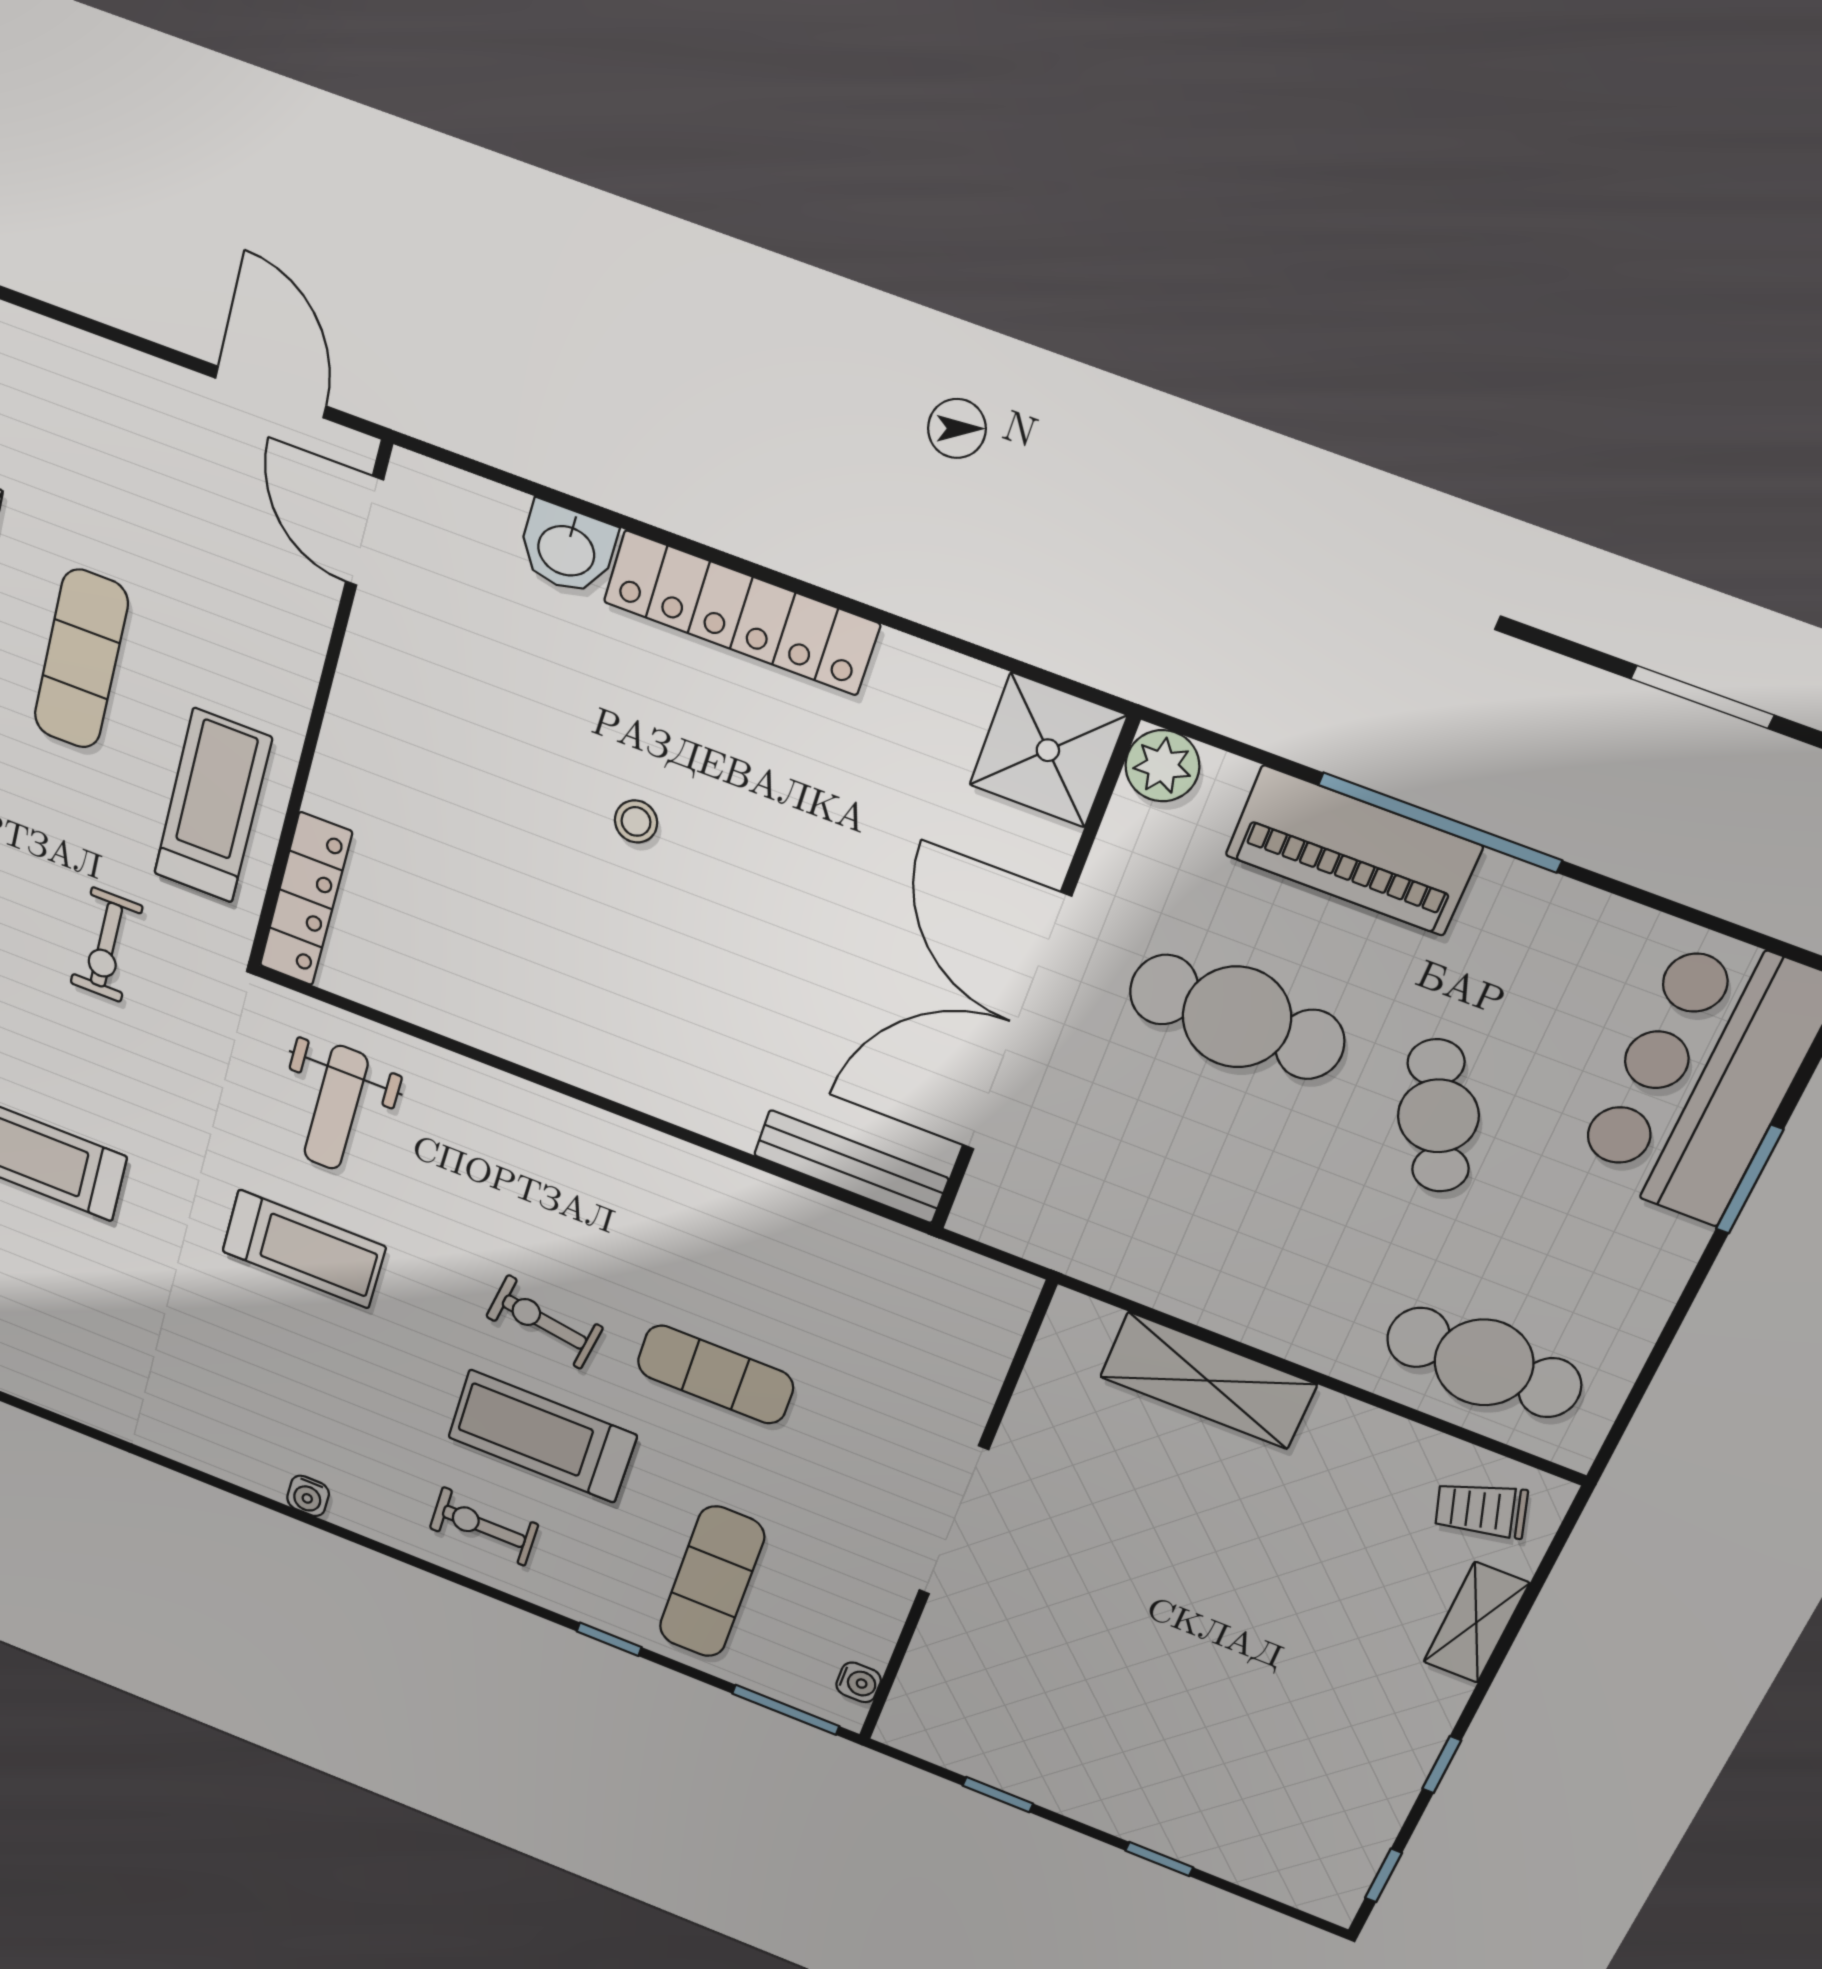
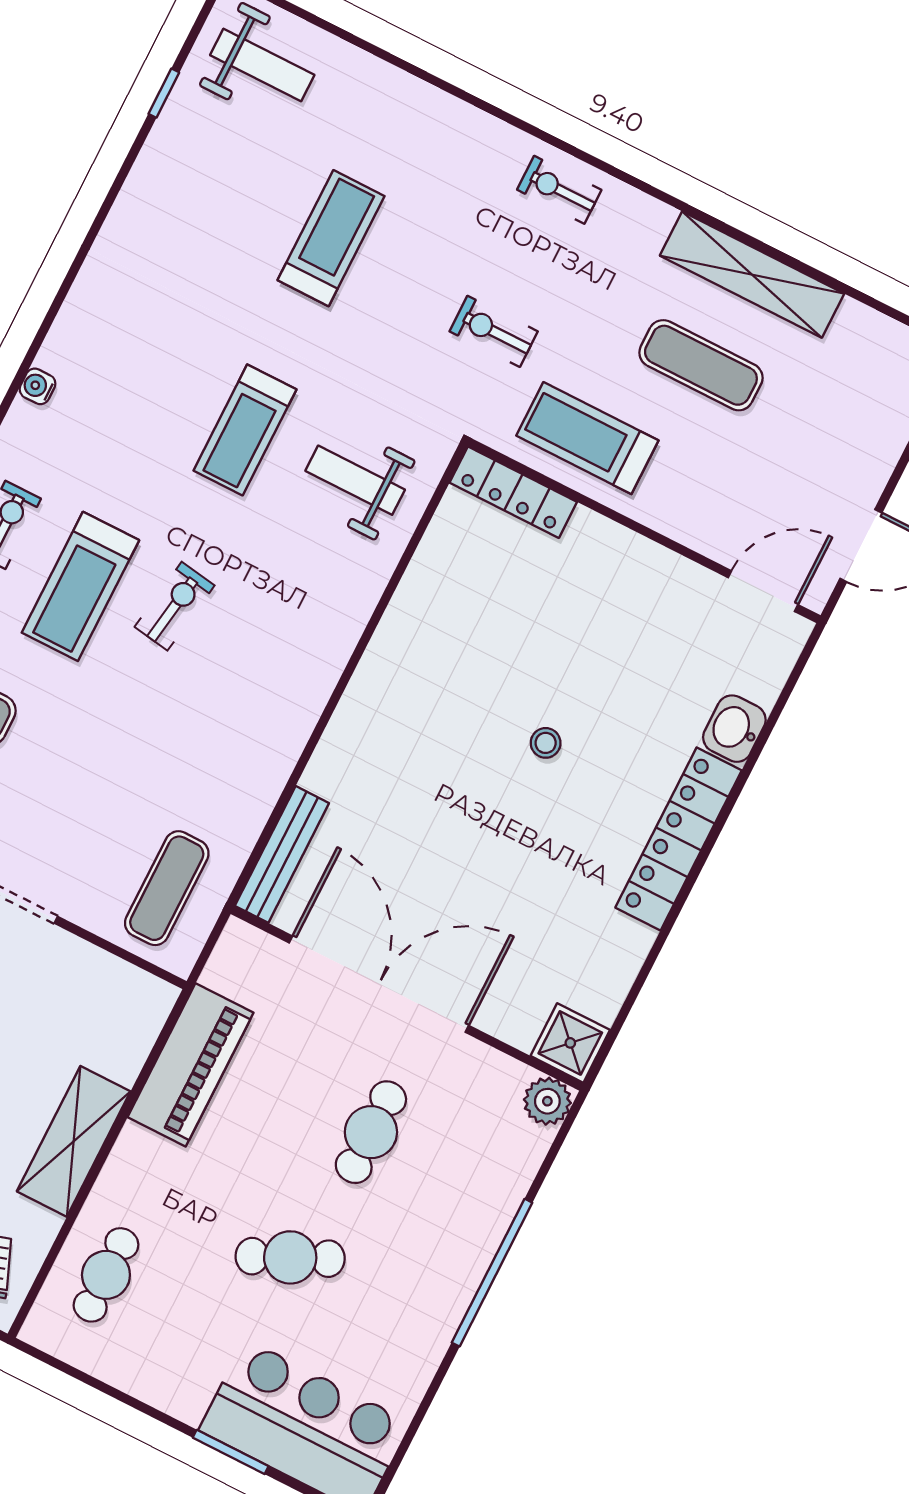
shower: (1048, 750) -> (570, 1043), width x0.73, depth x0.73
treadmill: (213, 806) -> (587, 438), turned 180
piano: (1353, 851) -> (191, 1065), moved, turned 180
cafe table: (1237, 1017) -> (371, 1132), width x0.73, depth x0.74
cafe table: (1484, 1362) -> (106, 1275), width x0.73, depth x0.74
exercise mat: (715, 1374) -> (167, 888), moved
shelving: (1208, 1381) -> (74, 1141), moved
treadmill: (542, 1436) -> (80, 586), turned 180

